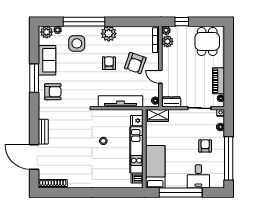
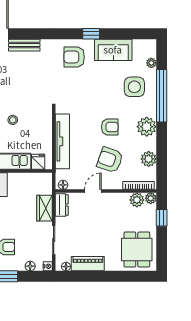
plant: (47, 32) -> (149, 159), moved
dining table: (207, 41) -> (137, 249), turned 90
window: (34, 78) -> (91, 34), width x0.46
armchair: (53, 92) -> (74, 57), turned 90
wardrobe: (158, 115) -> (45, 208), moved

